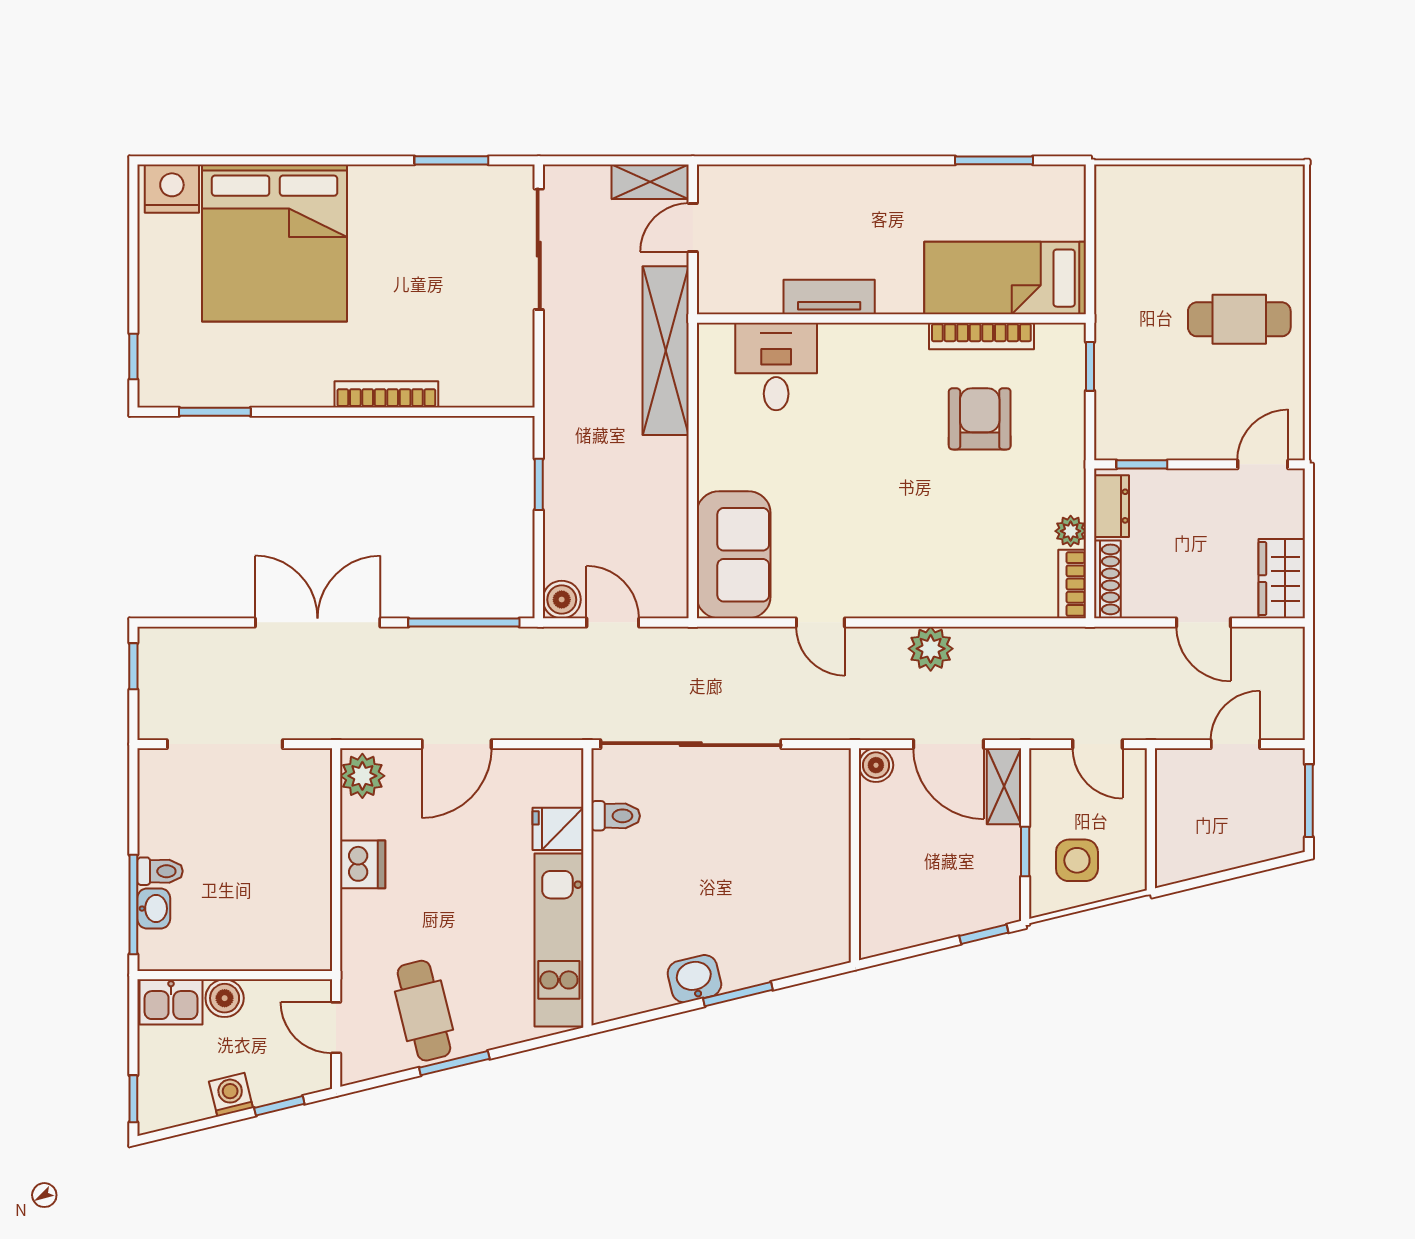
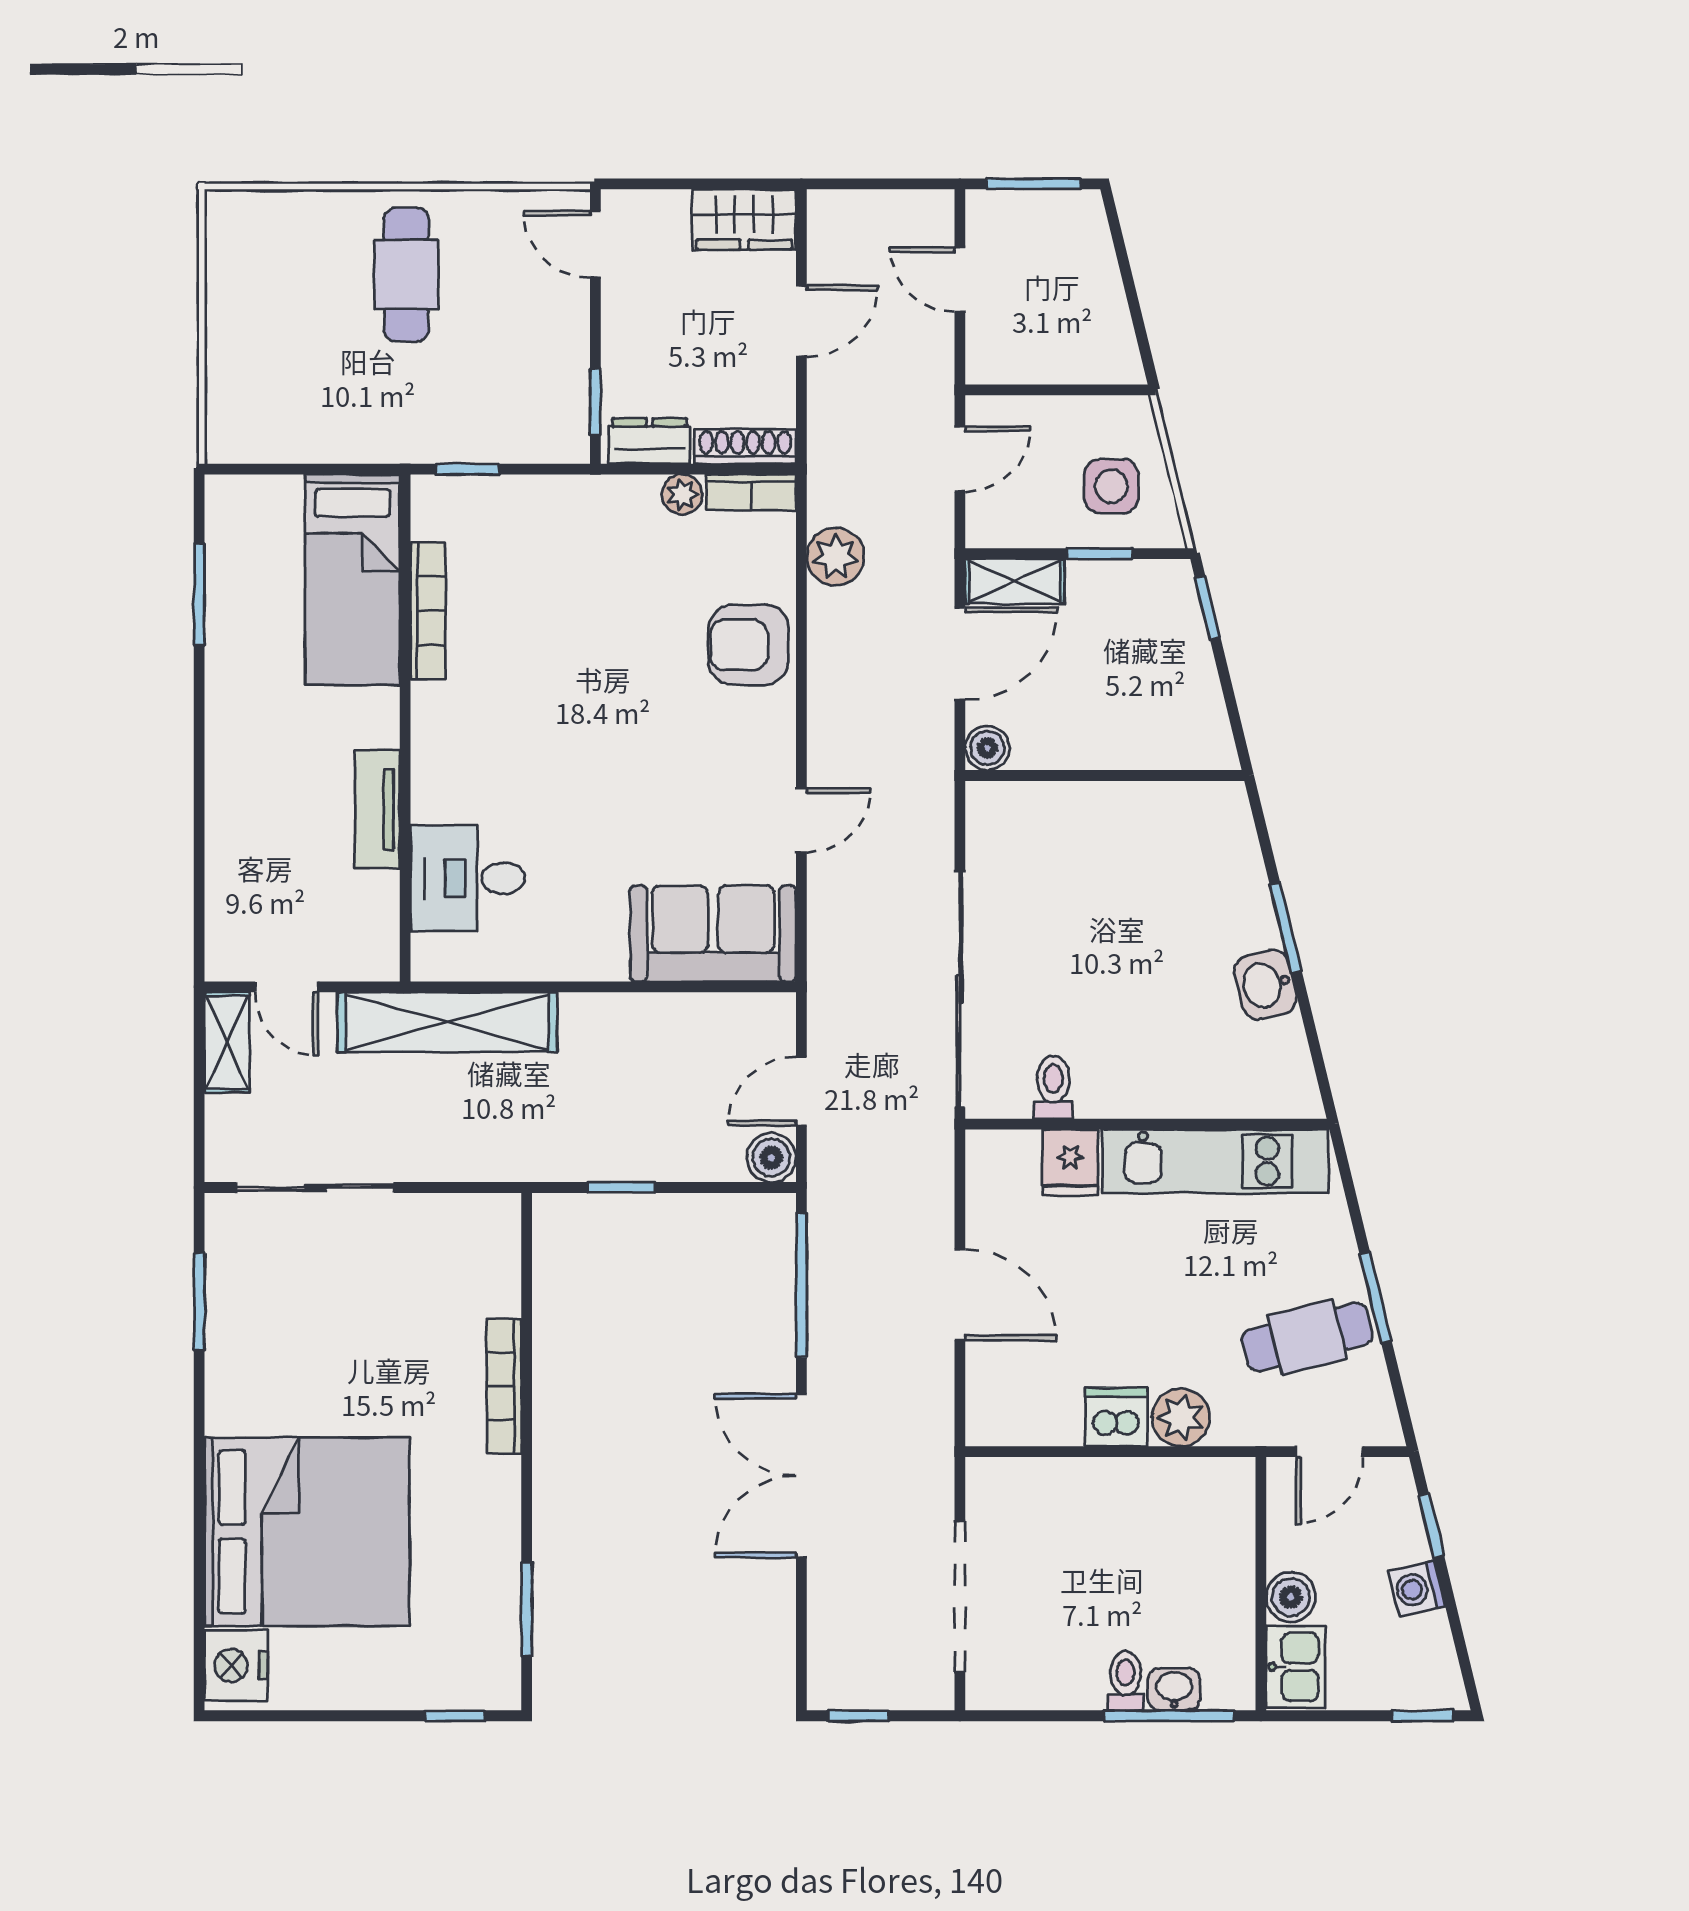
armchair: (980, 419) -> (749, 645), moved
plant: (931, 649) -> (836, 557), moved
plant: (362, 776) -> (1181, 1417), moved

